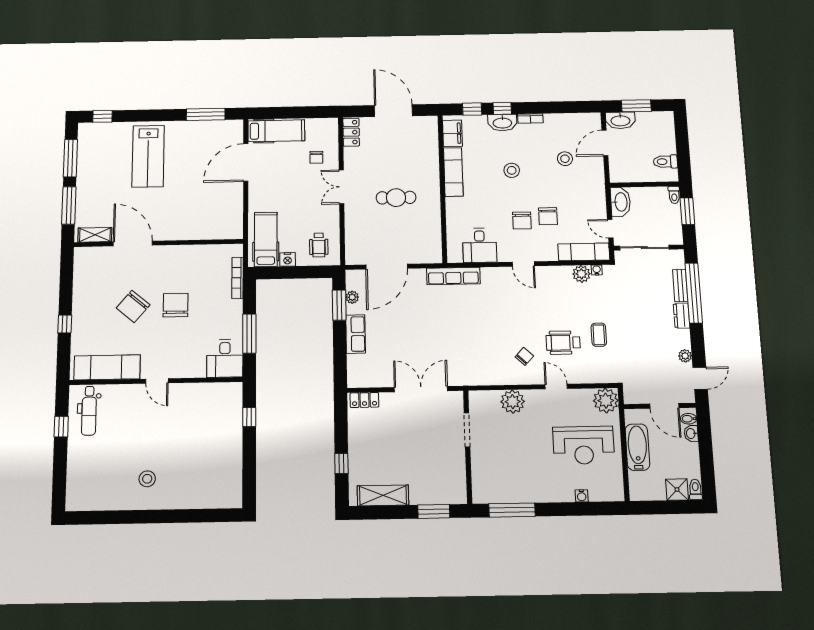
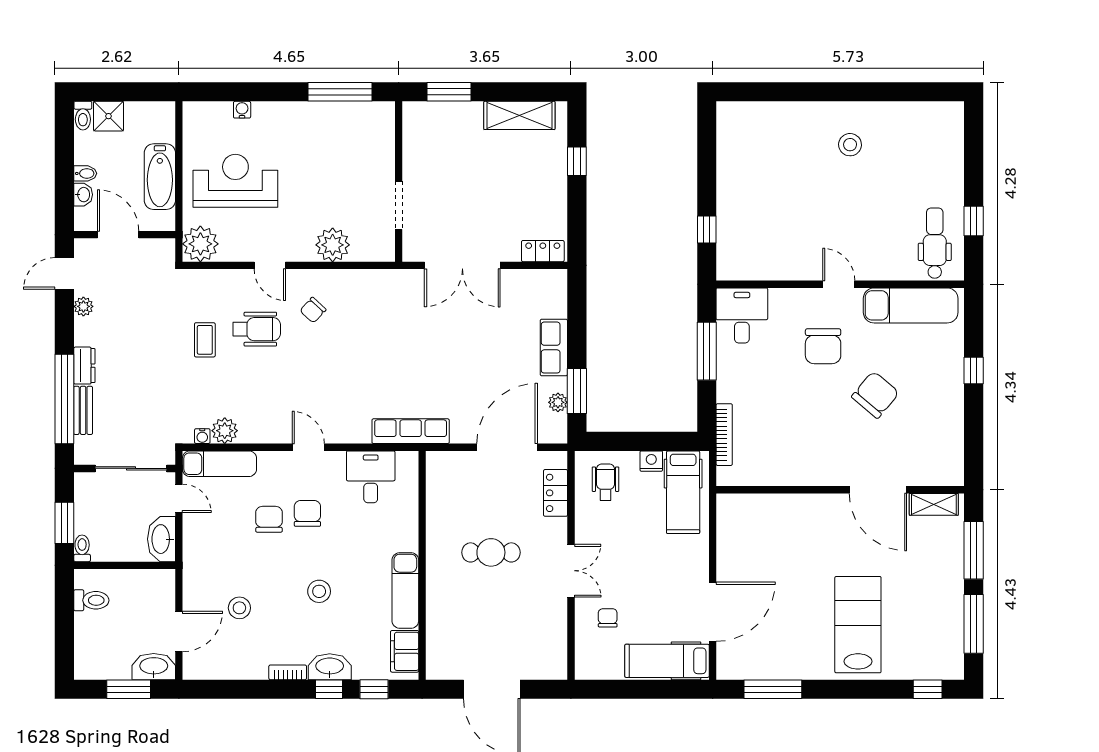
locker: (351, 132) -> (556, 493), moved
chair: (176, 305) -> (823, 346), moved
bidet: (689, 419) -> (85, 173), moved

